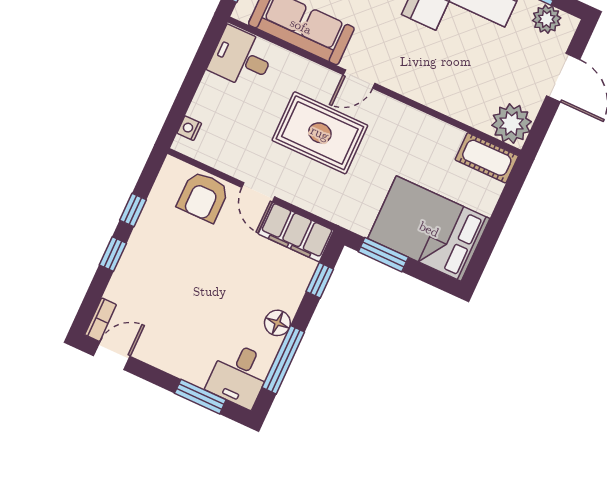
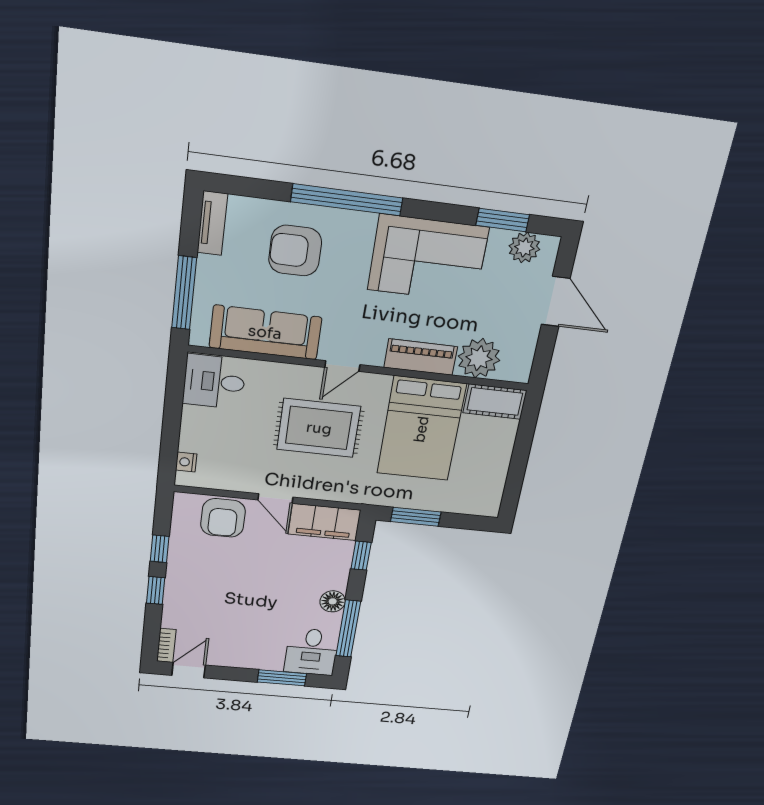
piano: (431, 93) -> (421, 357), added
plant: (511, 123) -> (479, 358), moved
bed: (429, 229) -> (421, 429), moved, turned -90

